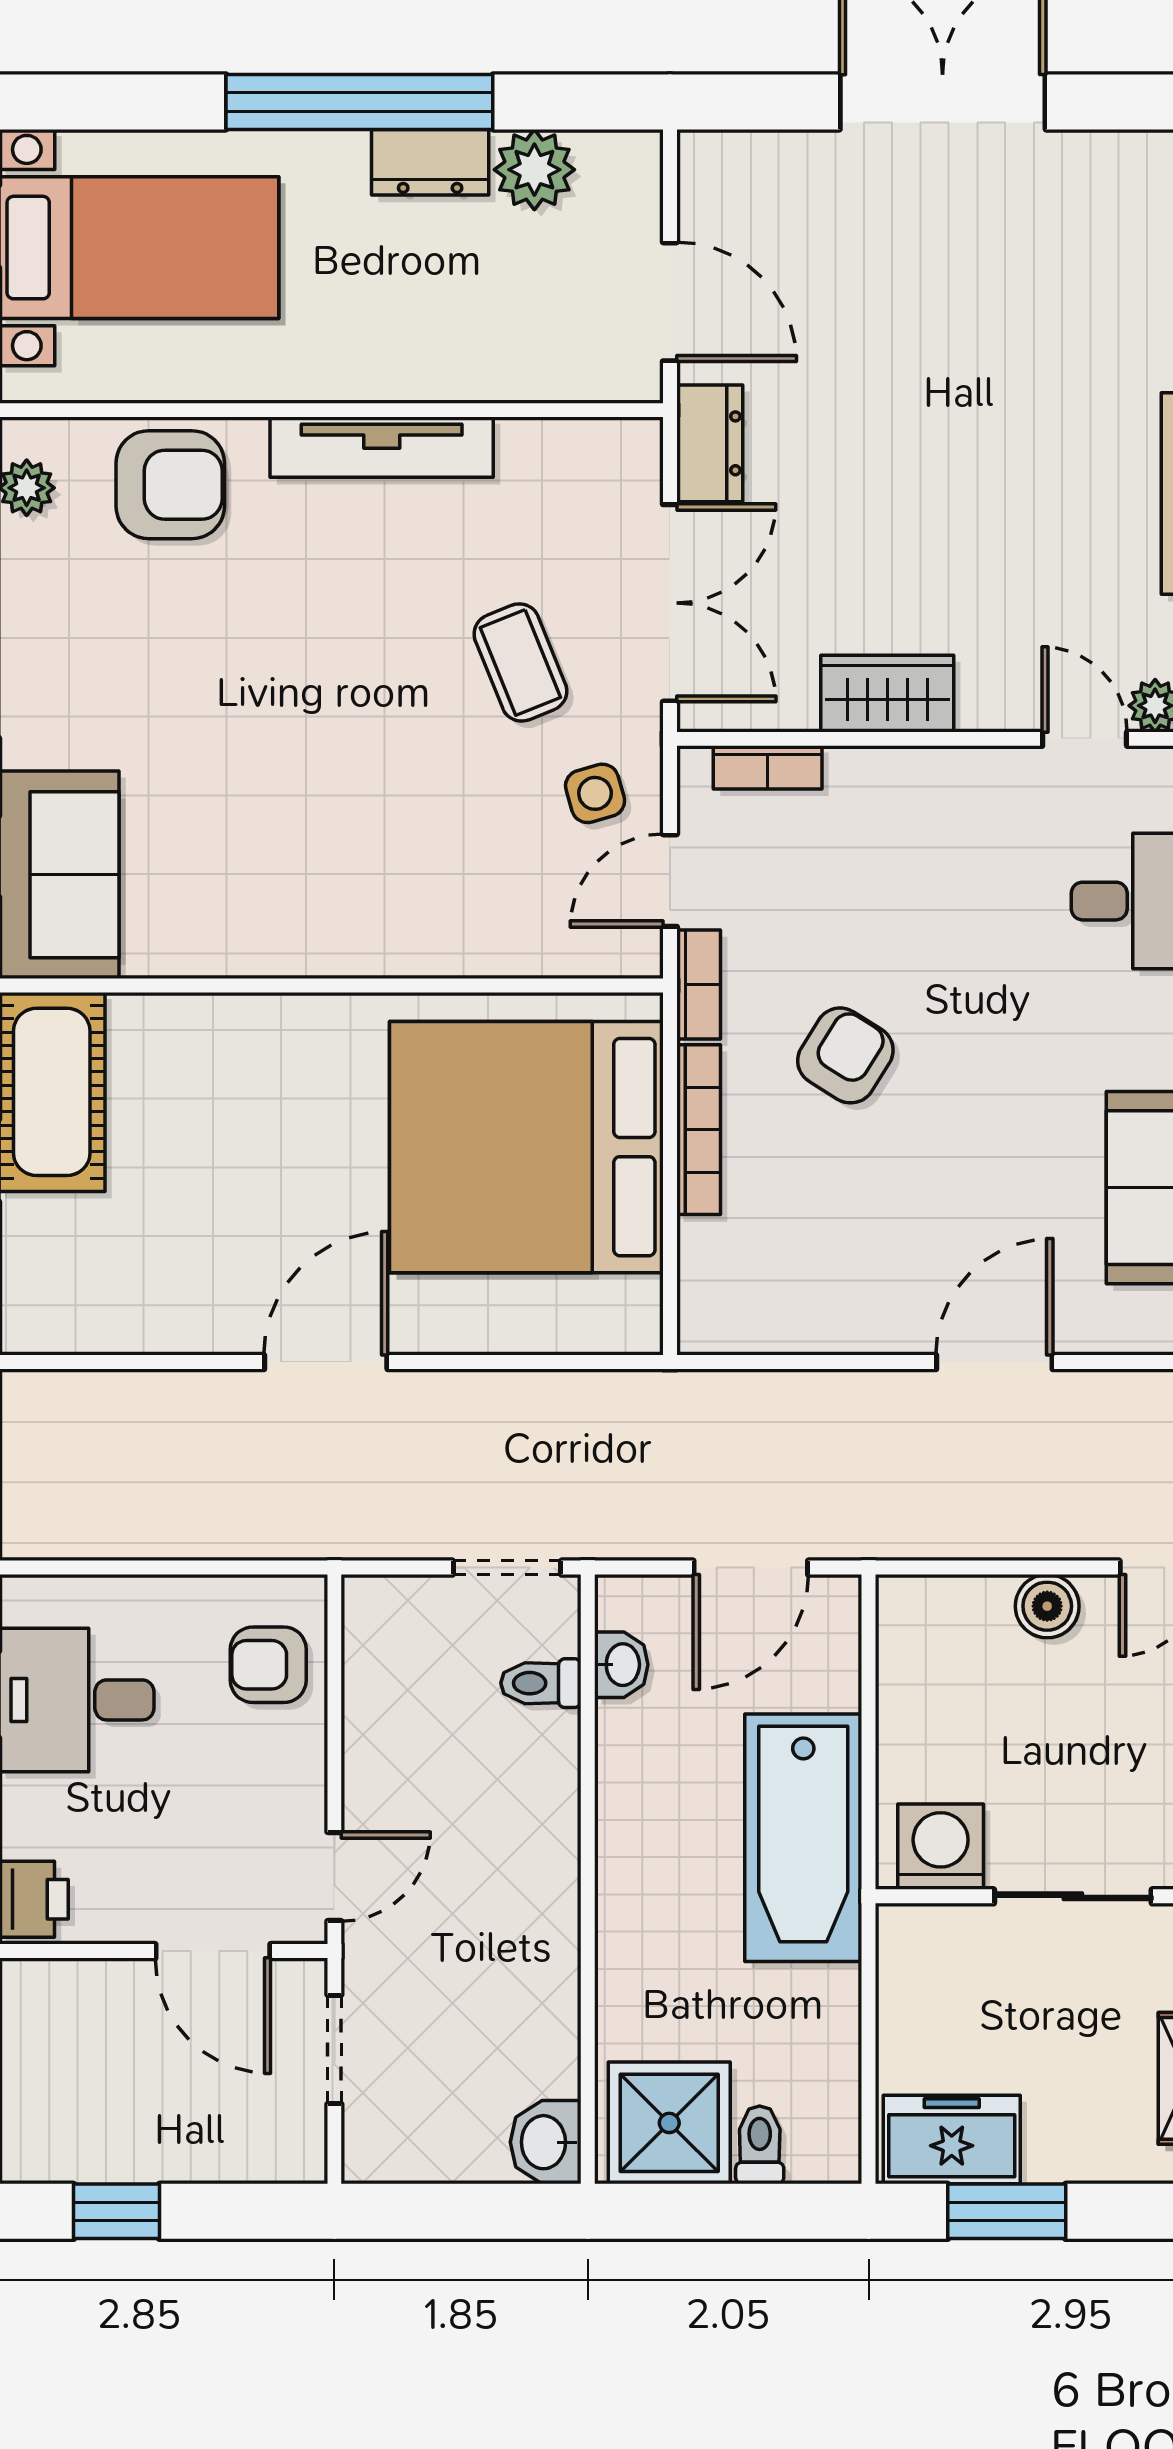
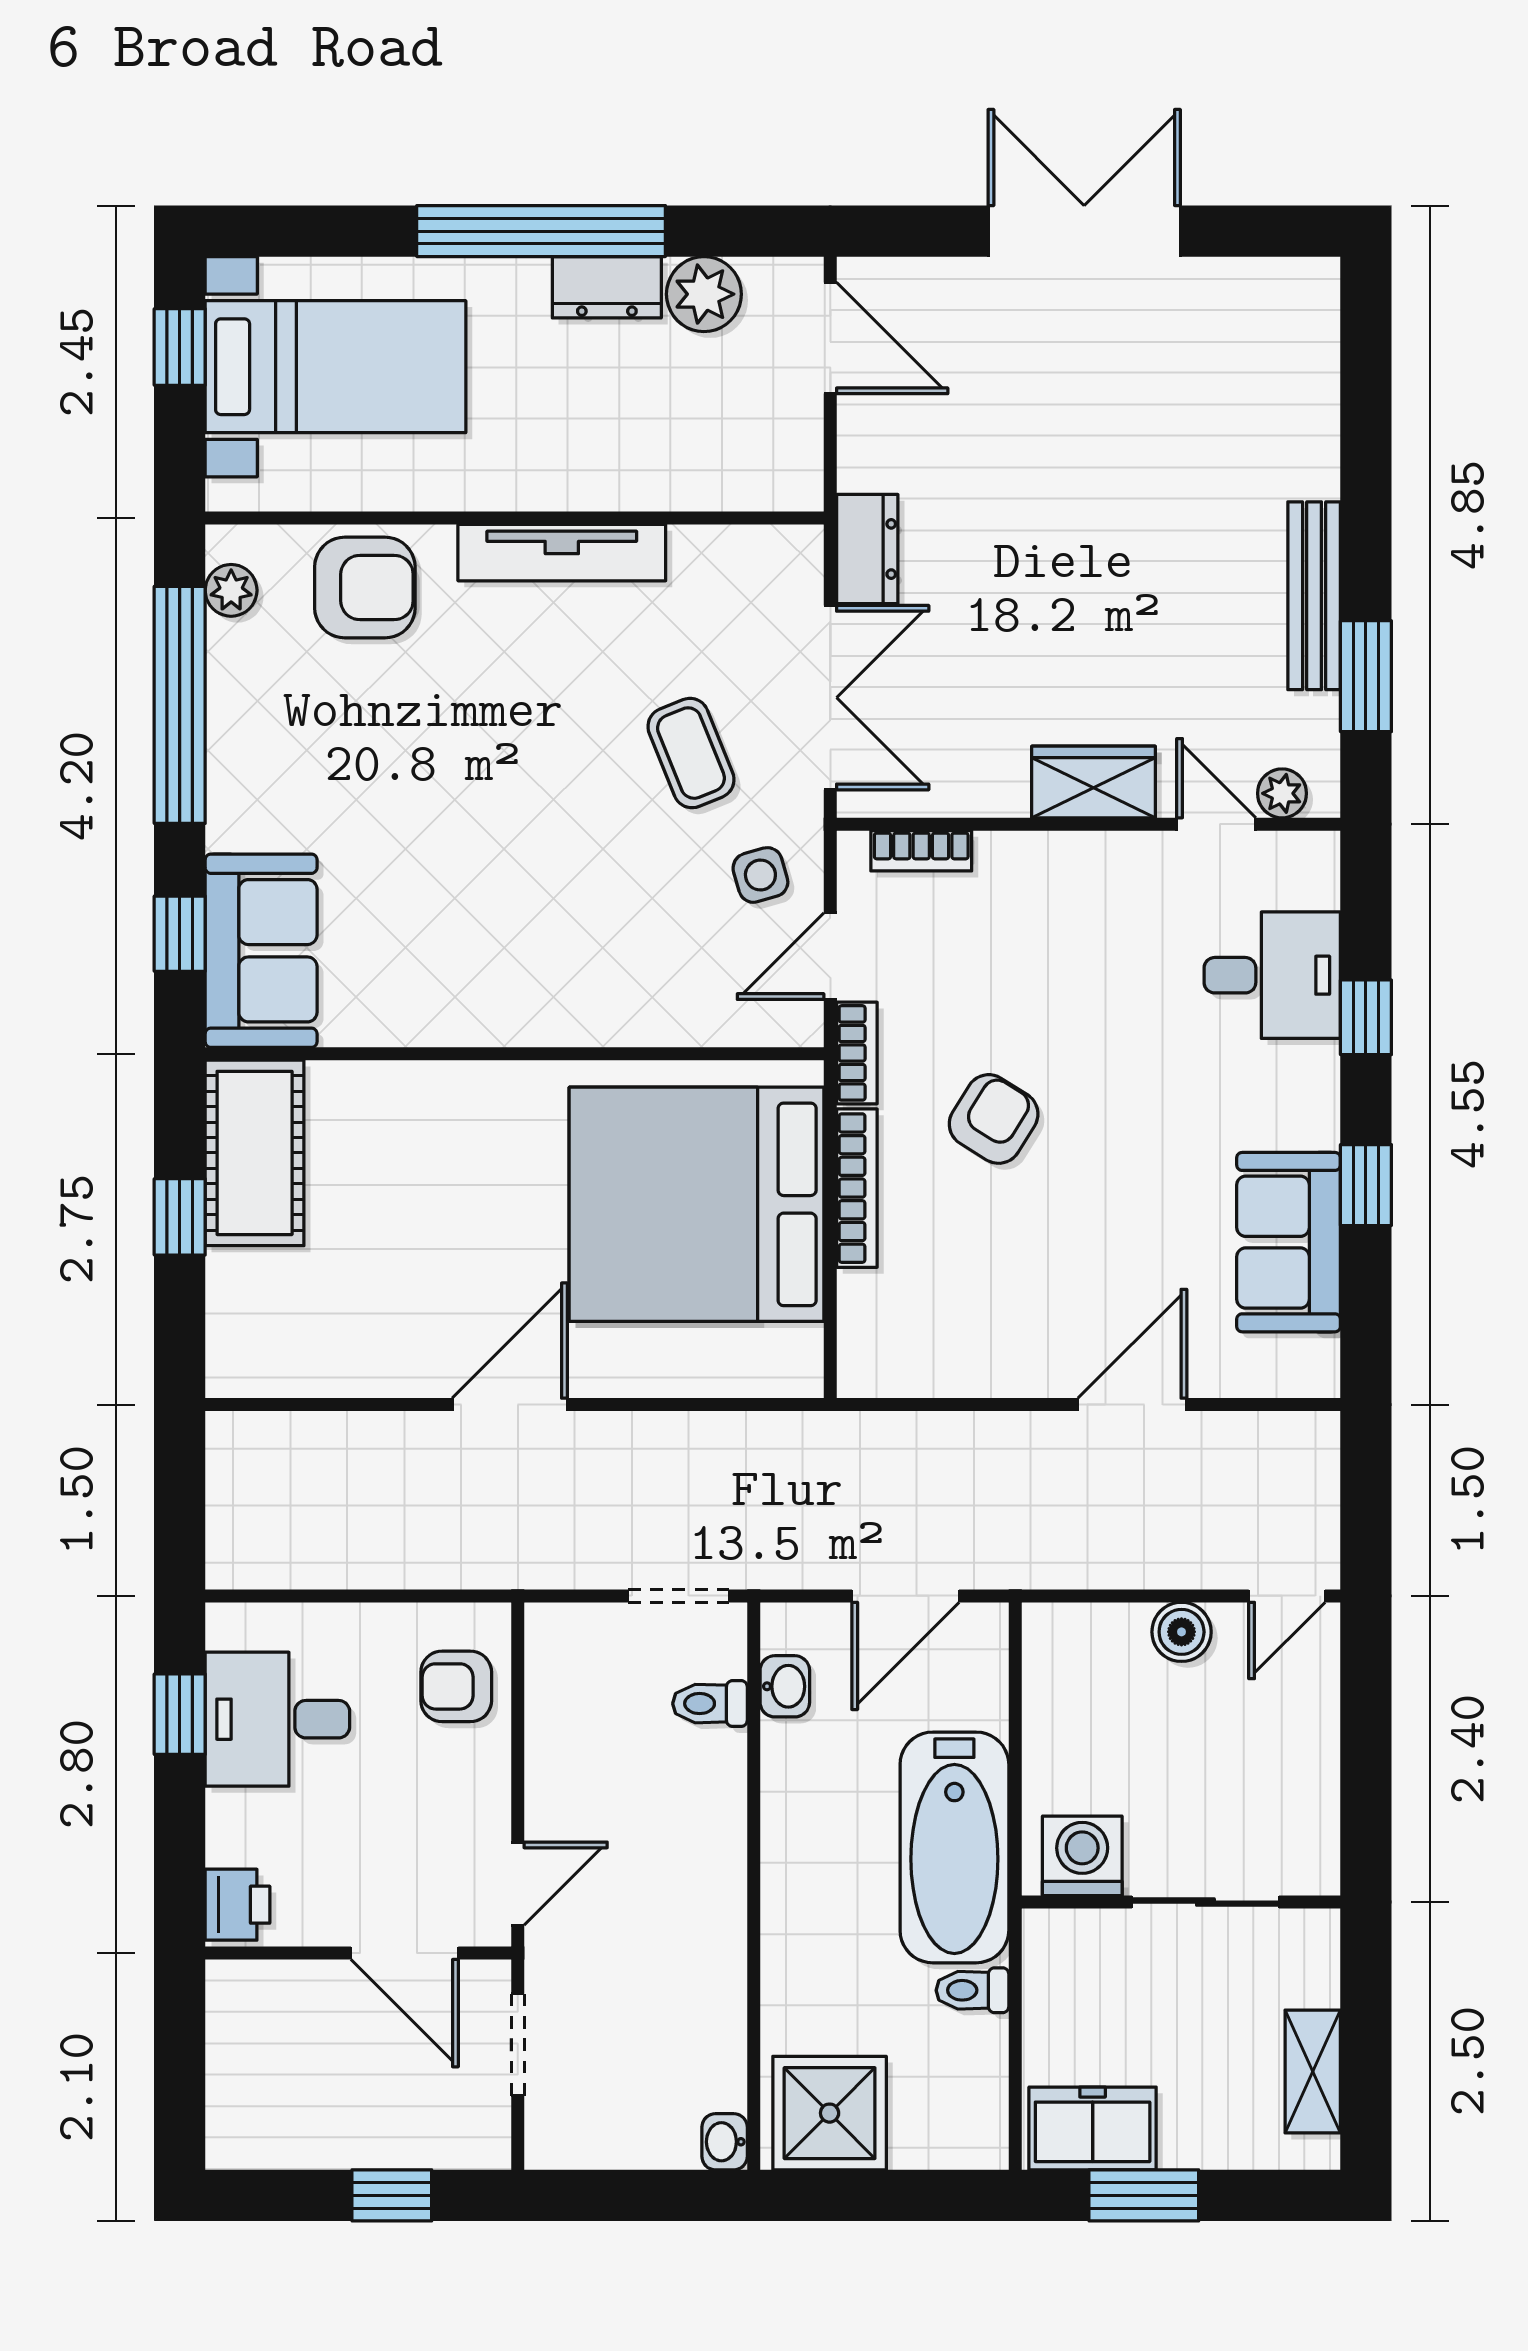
door: (670, 302) -> (830, 338), moved
wardrobe: (887, 694) -> (1094, 782), moved
washbasin: (546, 2142) -> (725, 2142), width x0.72, depth x0.69
toilet: (760, 2145) -> (972, 1990), moved, turned -90
window: (116, 2211) -> (392, 2195), moved

